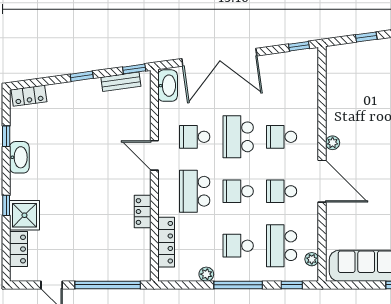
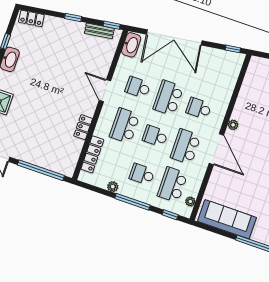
school desk: (282, 191) -> (186, 147), width x1.85

